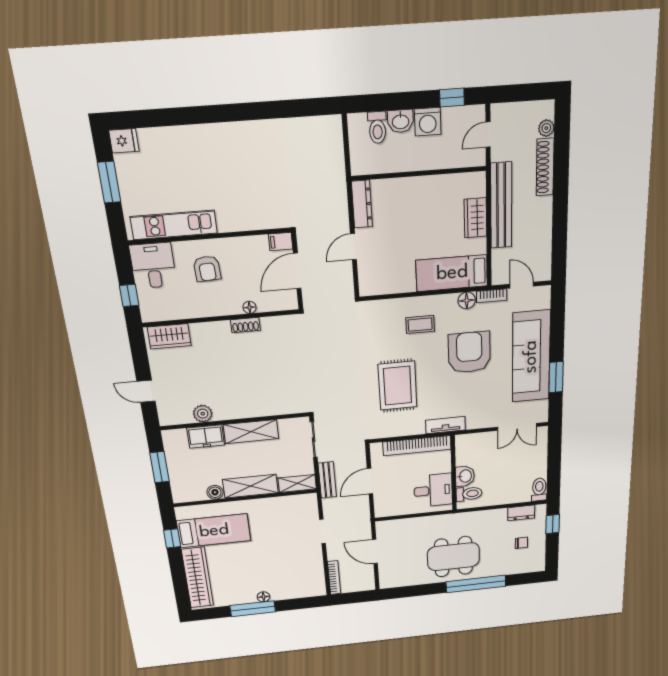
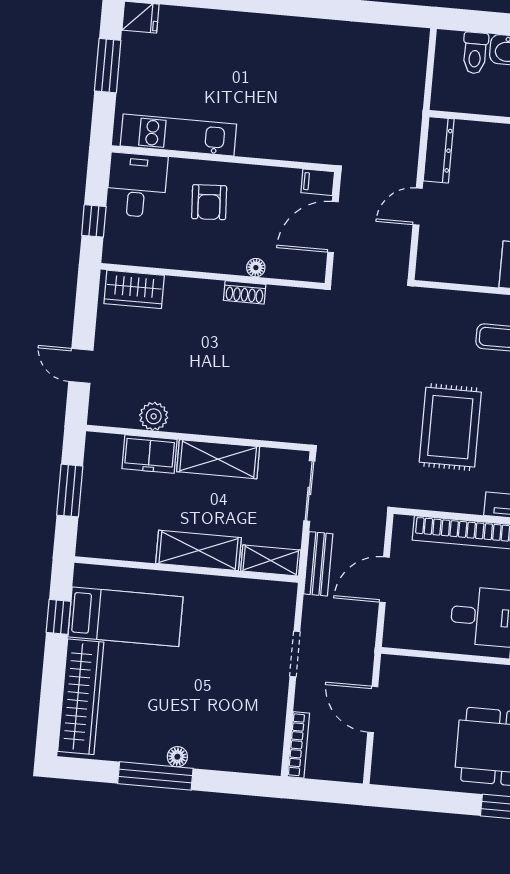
boiler: (215, 492) -> (142, 550), removed

